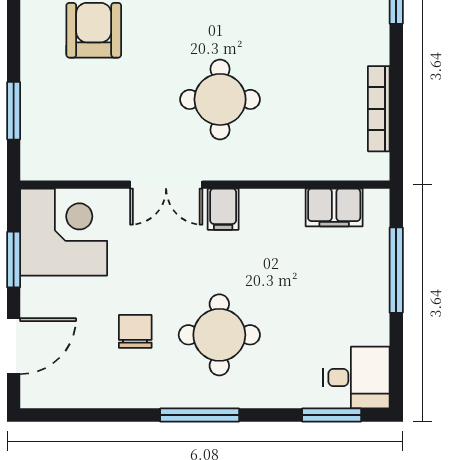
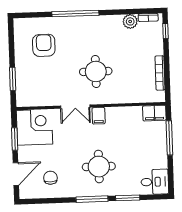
filing cabinet: (334, 207) -> (154, 113), moved
chair: (135, 331) -> (50, 178), moved
window: (332, 415) -> (128, 198), moved

